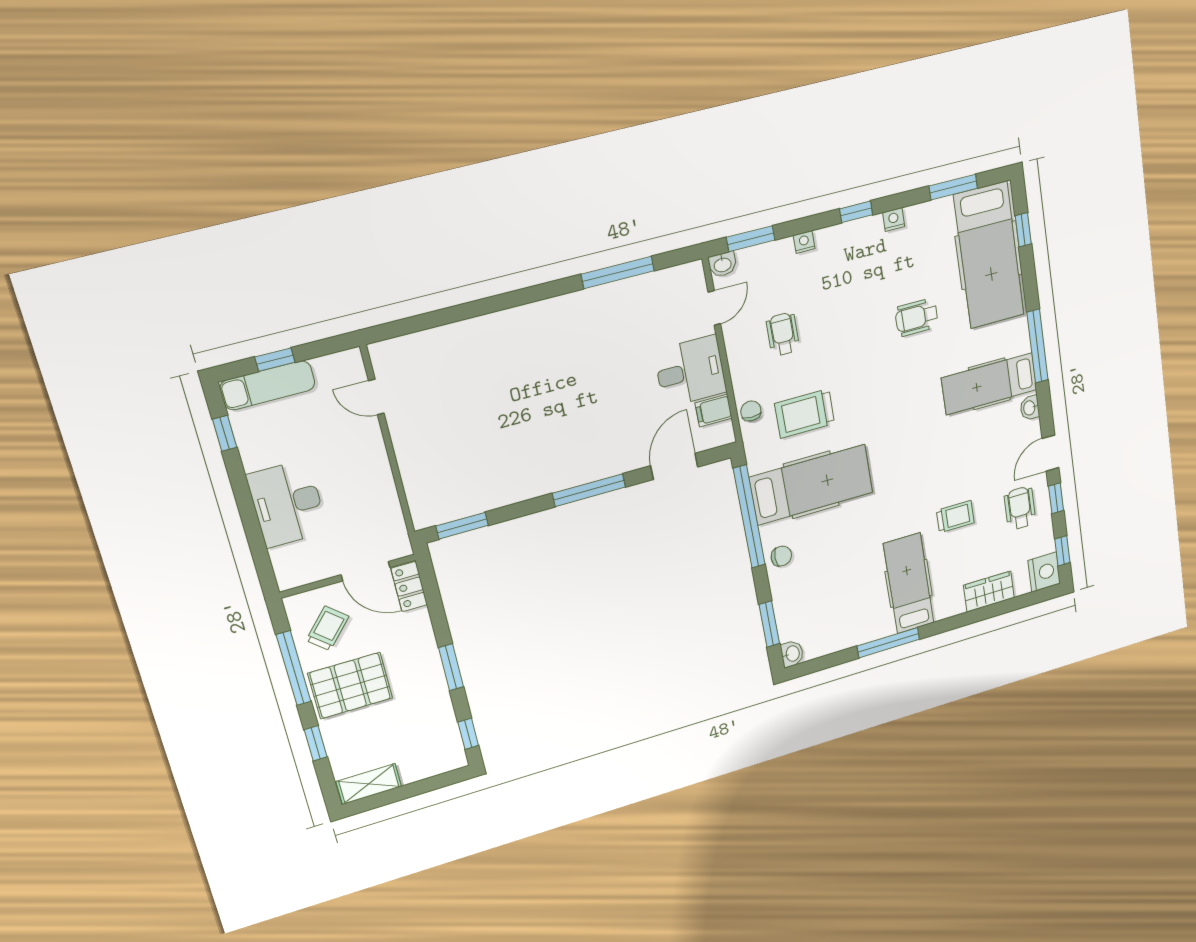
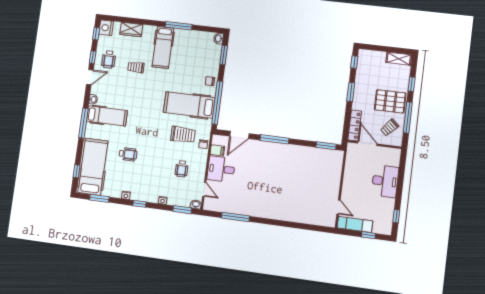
door: (714, 308) -> (204, 189), swing flipped
exam couch: (268, 385) -> (355, 224), moved
locker: (409, 587) -> (355, 125), width x1.53

